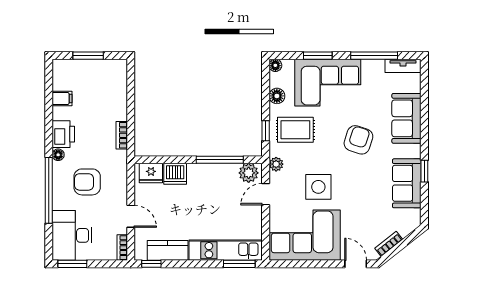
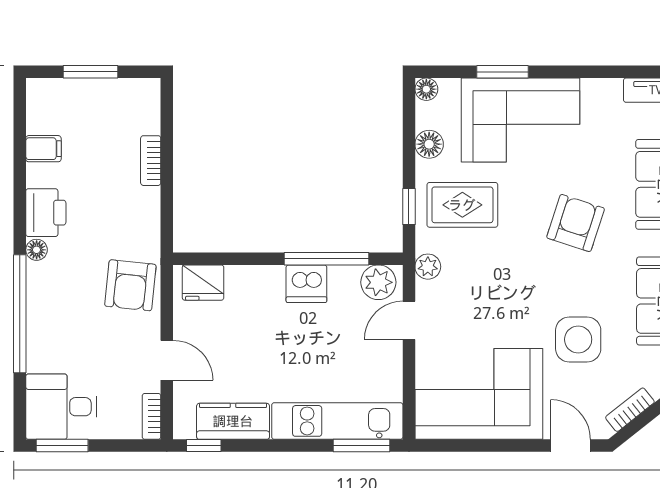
window: (374, 56) -> (604, 72), removed
bookcase: (122, 135) -> (151, 161), moved
dishwasher: (175, 174) -> (306, 284), moved
armchair: (87, 182) -> (130, 285), moved, turned -84
side table: (318, 187) -> (578, 339), moved
desk: (72, 235) -> (61, 407), width x0.73

